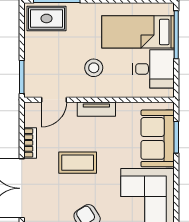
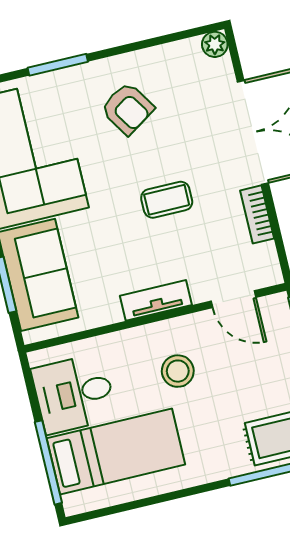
door: (54, 100) -> (233, 299), swing flipped
coffee table: (78, 163) -> (167, 200), width x0.73, depth x0.77

